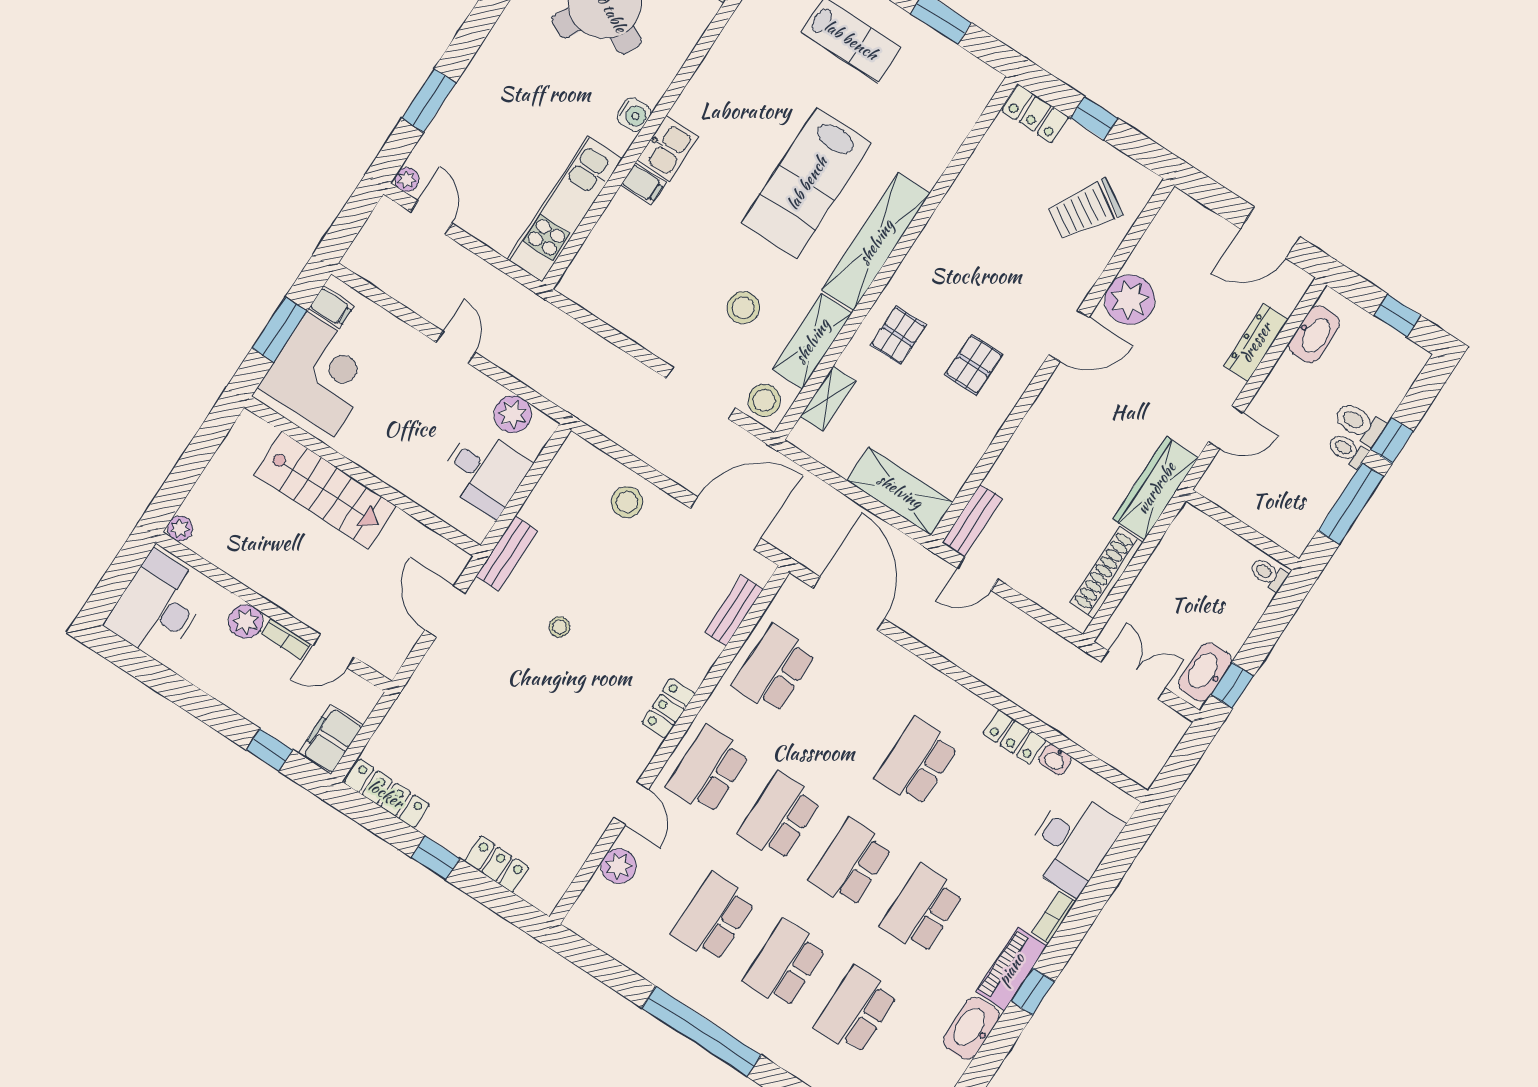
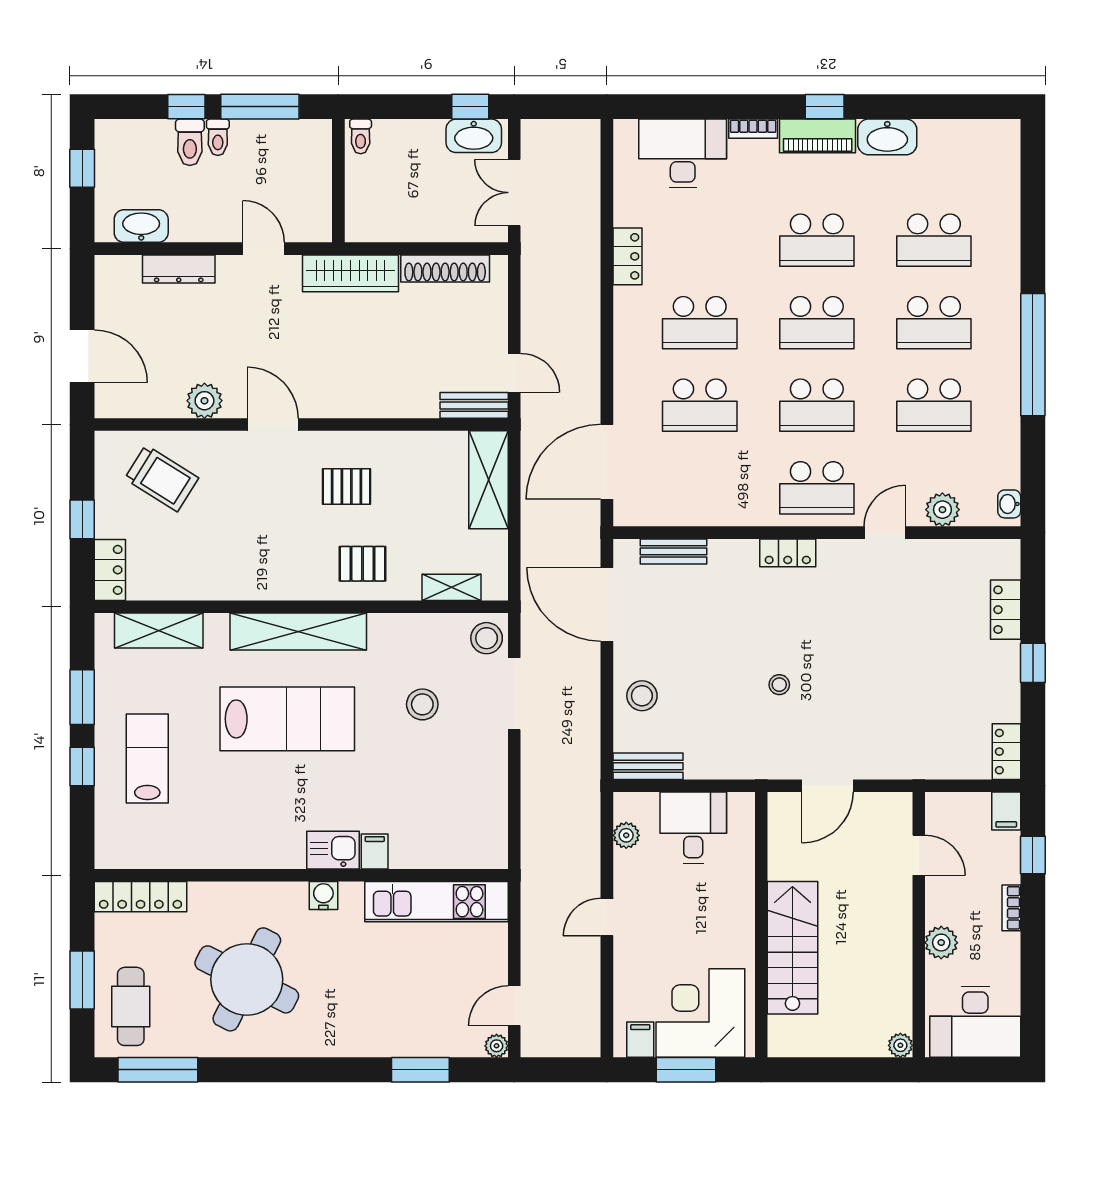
door: (1270, 233) -> (82, 356), moved
plant: (1130, 300) -> (204, 401), width x0.73, depth x0.73
shelving: (812, 341) -> (159, 631), moved
plant: (513, 414) -> (626, 835), width x0.73, depth x0.73
bench: (507, 553) -> (648, 766), moved
bookcase: (286, 639) -> (1011, 908), moved, turned 180
school desk: (774, 669) -> (700, 405), moved
filing cabinet: (331, 739) -> (1006, 811), width x0.50
washbasin: (1055, 760) -> (1009, 504), moved, turned 180
locker: (386, 794) -> (1006, 752), width x0.66

